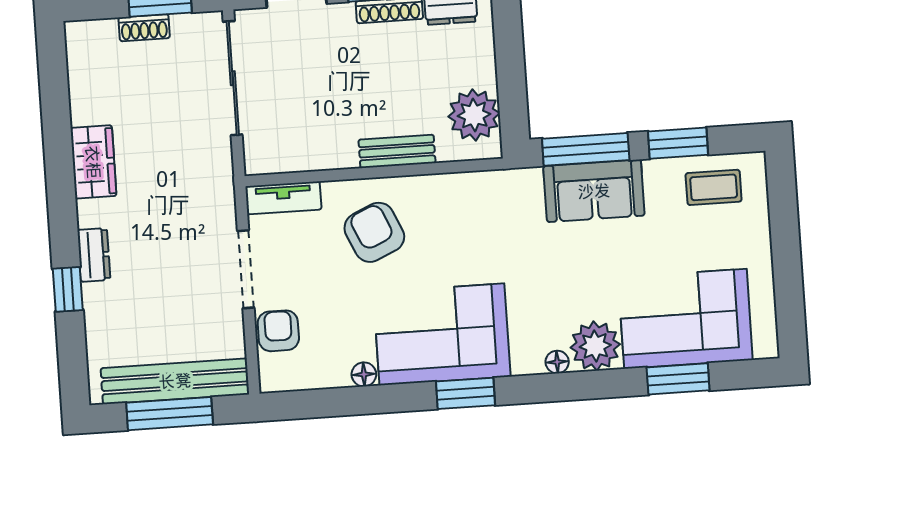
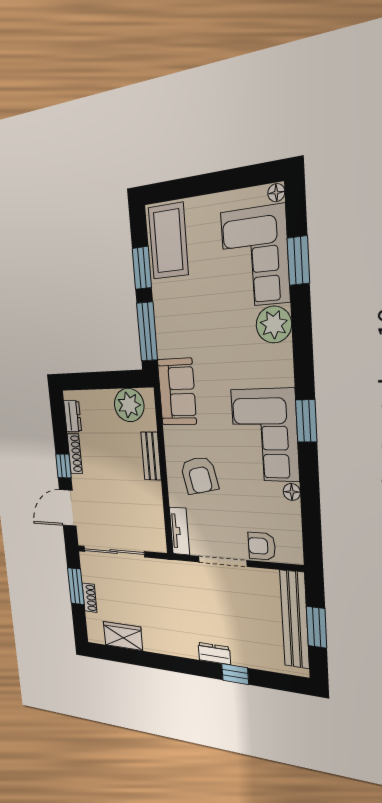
wardrobe: (93, 162) -> (123, 636), moved
coffee table: (714, 187) -> (168, 241), width x1.86, depth x1.72
sofa: (594, 191) -> (177, 392), moved
armchair: (374, 232) -> (199, 475), turned -78
floor lamp: (557, 362) -> (276, 193), moved
window: (170, 414) -> (316, 627), width x0.69

